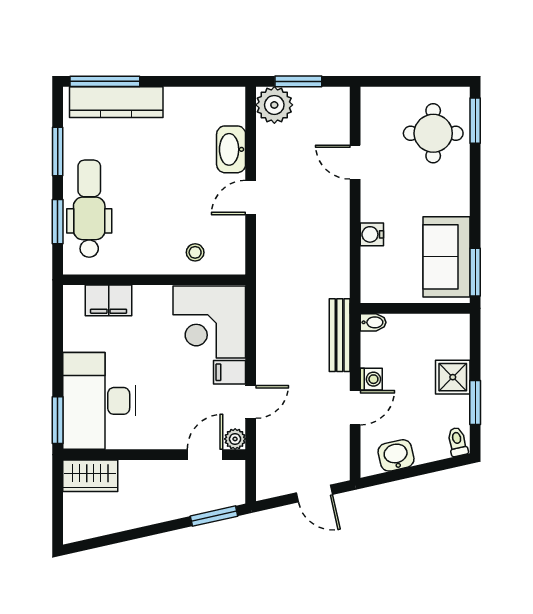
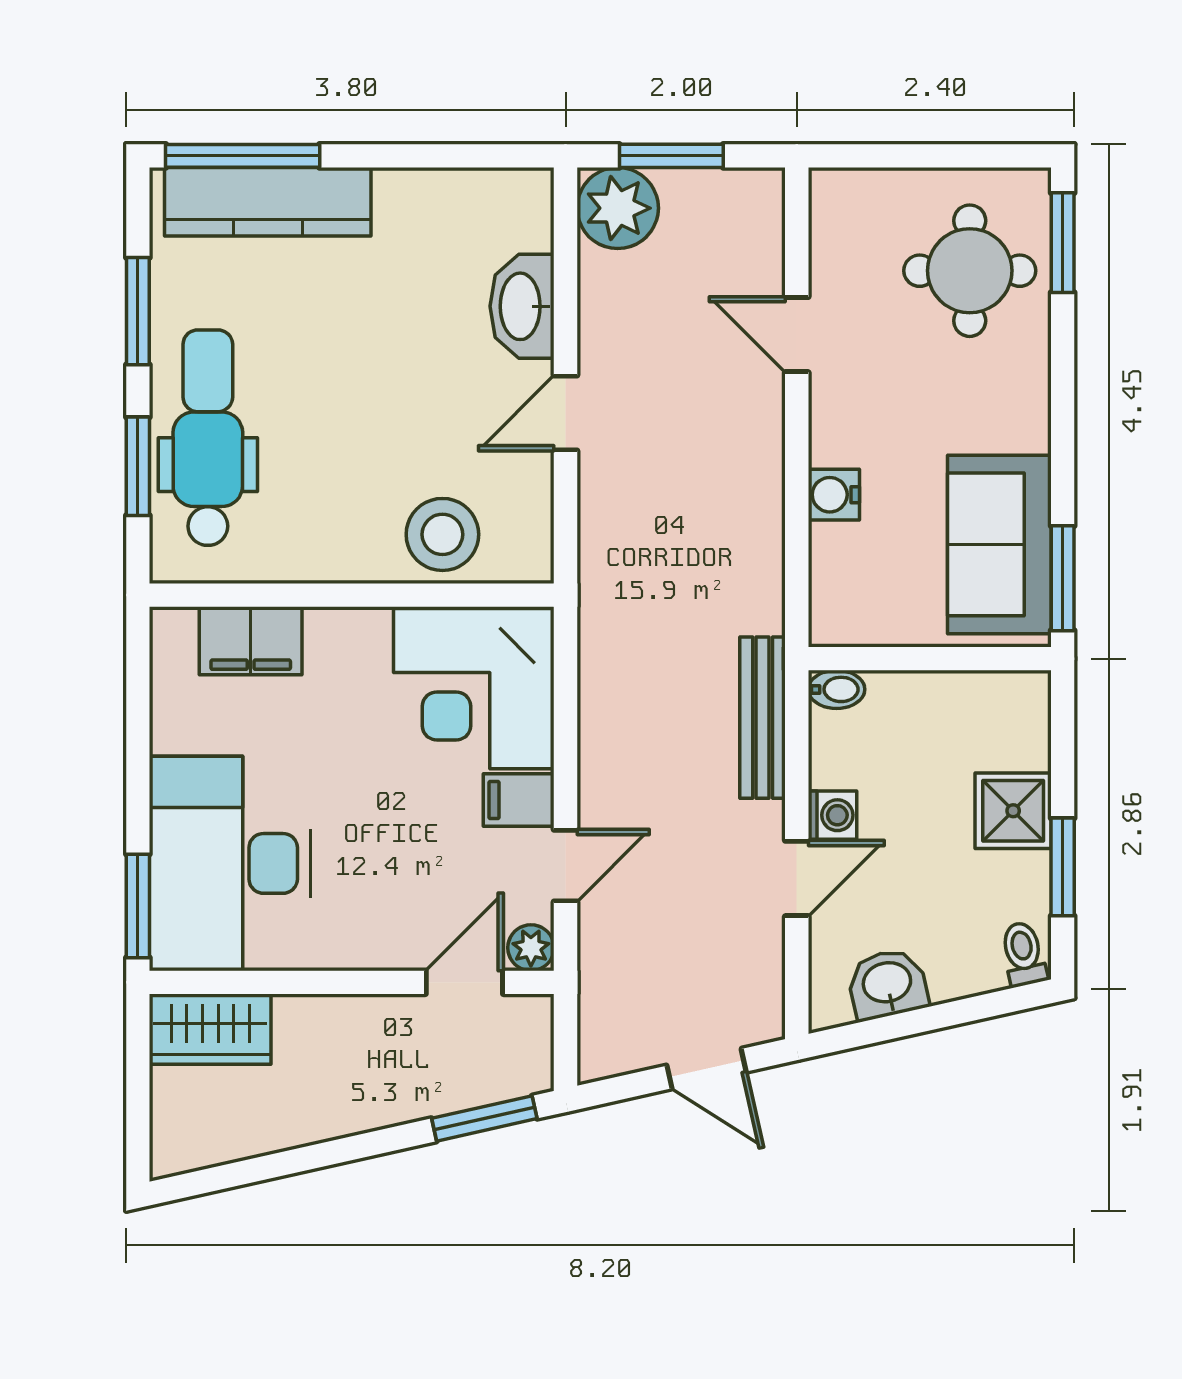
stool: (195, 252) -> (442, 534), width x1.89, depth x1.89

